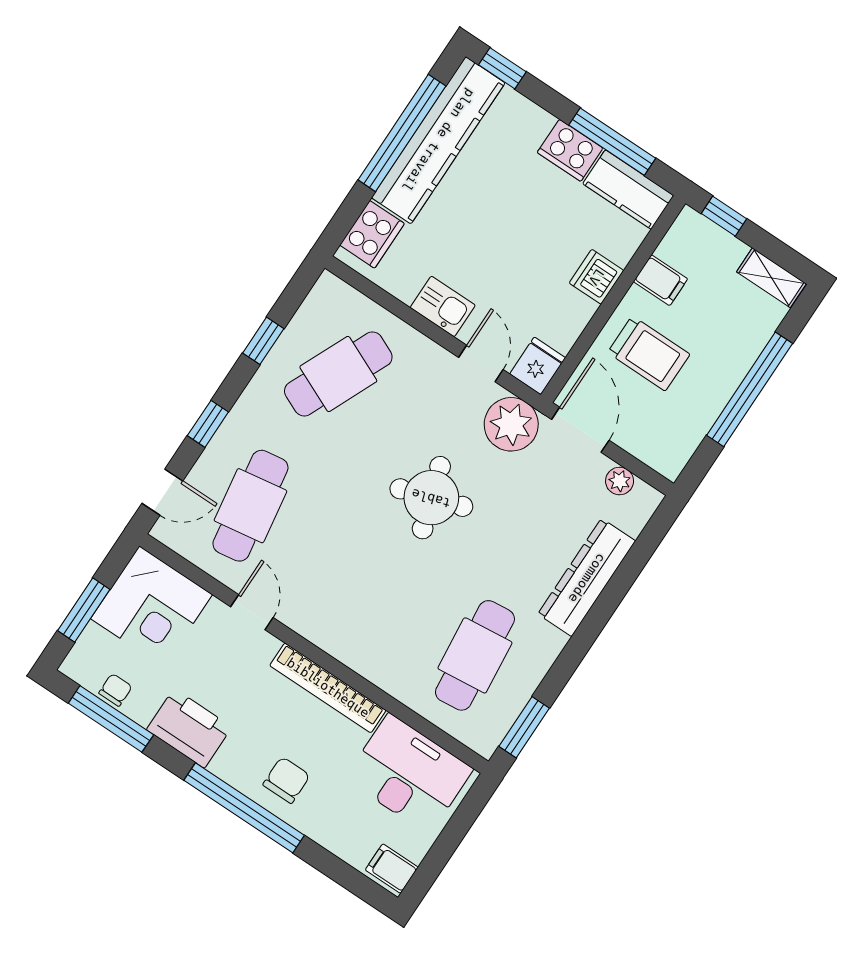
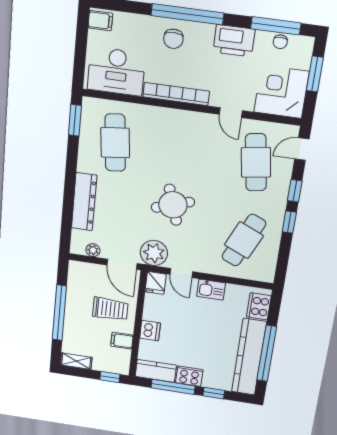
window: (502, 68) -> (214, 393), moved
window: (263, 341) -> (289, 222), moved
trolley: (649, 353) -> (110, 309), turned 180

